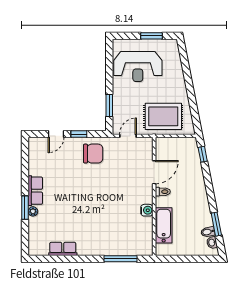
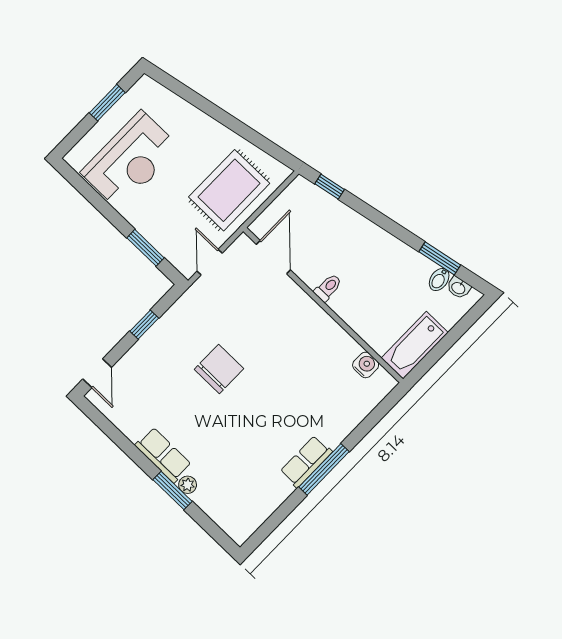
door: (56, 134) -> (97, 373), moved
chair: (93, 154) -> (219, 369), moved
door: (154, 172) -> (273, 257), moved
water cooler: (147, 210) -> (366, 365), moved
bathtub: (164, 225) -> (415, 345), moved, turned -90
row of seats: (63, 249) -> (306, 462), moved
window: (120, 259) -> (324, 469), moved

